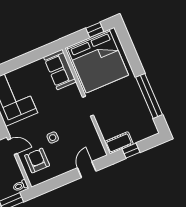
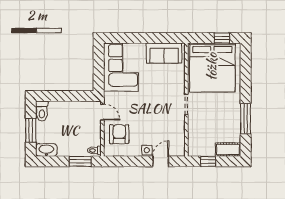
sofa: (60, 70) -> (164, 53), moved, turned -90
window: (149, 96) -> (246, 119), width x0.68
side table: (53, 138) -> (147, 150), moved
cot: (119, 143) -> (228, 150), moved

